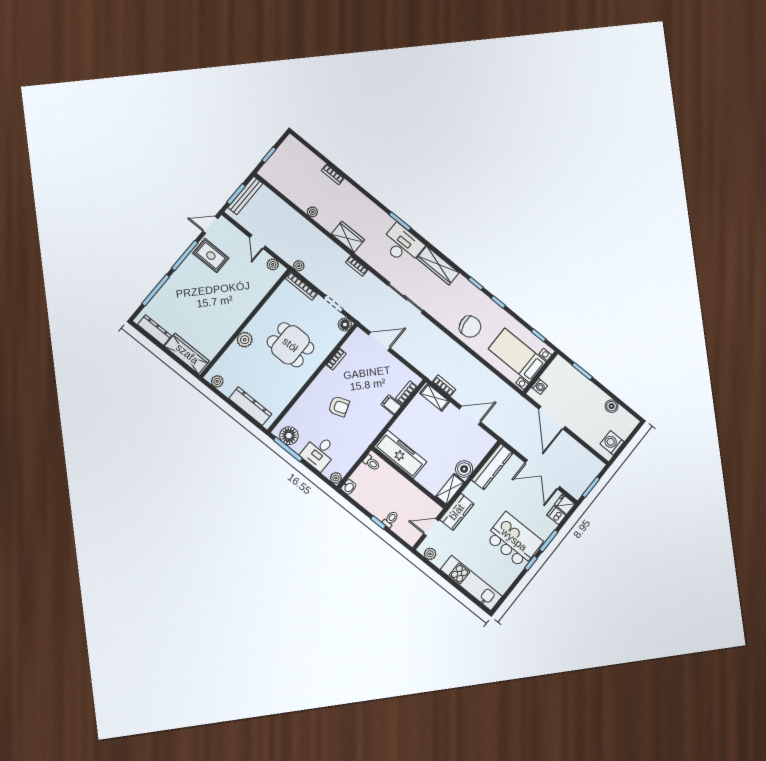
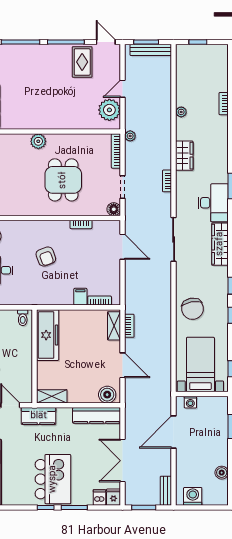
plant: (273, 264) -> (109, 110), width x1.88, depth x1.88
bench: (592, 460) -> (166, 491), added
boiler: (464, 469) -> (107, 395), moved

